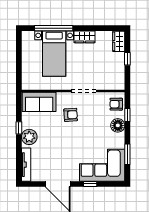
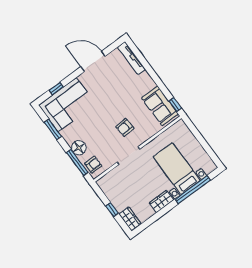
sofa: (39, 102) -> (160, 106), moved, turned -90
window: (127, 115) -> (77, 162), width x2.17
window: (19, 128) -> (175, 105), moved
plant: (29, 137) -> (146, 83), removed
window: (90, 184) -> (56, 89), moved

